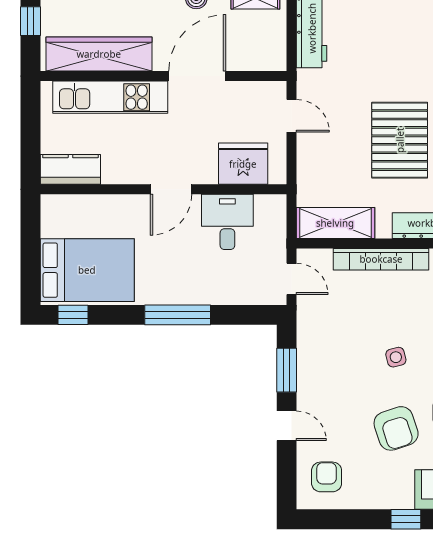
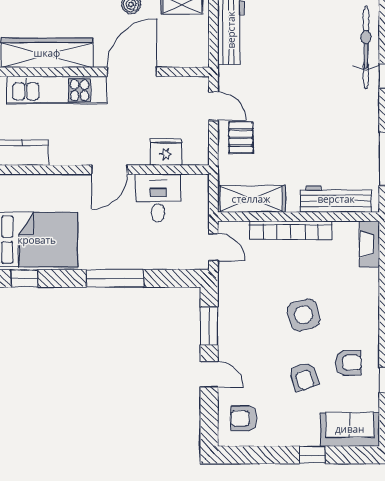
pallet: (400, 140) -> (241, 138), moved, width x0.49, depth x0.50
fridge: (243, 164) -> (166, 152), width x0.73, depth x0.75
side table: (396, 357) -> (304, 315), width x1.87, depth x1.87
armchair: (396, 428) -> (304, 377), width x0.72, depth x0.72
armchair: (327, 477) -> (244, 418), turned -90

